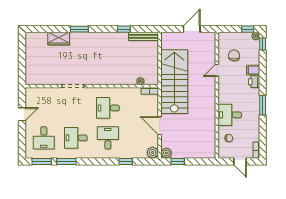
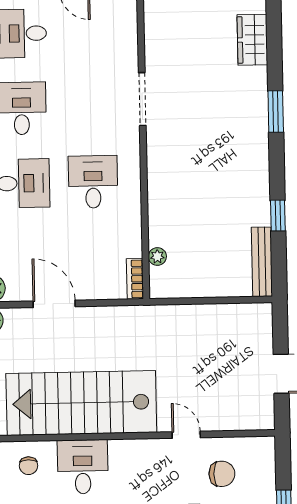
wardrobe: (59, 38) -> (252, 40), moved
stairs: (174, 82) -> (81, 403), moved, turned 180
door: (160, 126) -> (54, 304), hinge flipped

